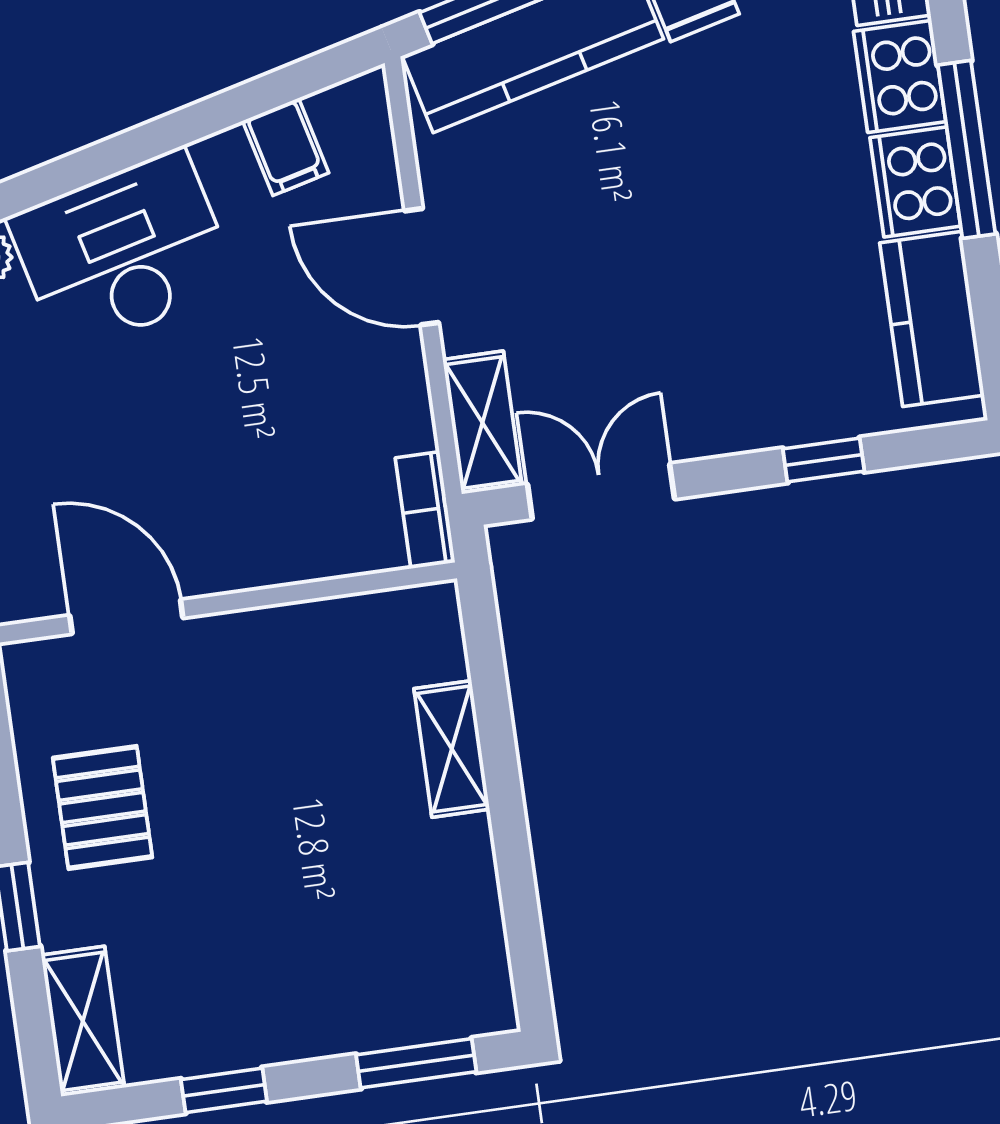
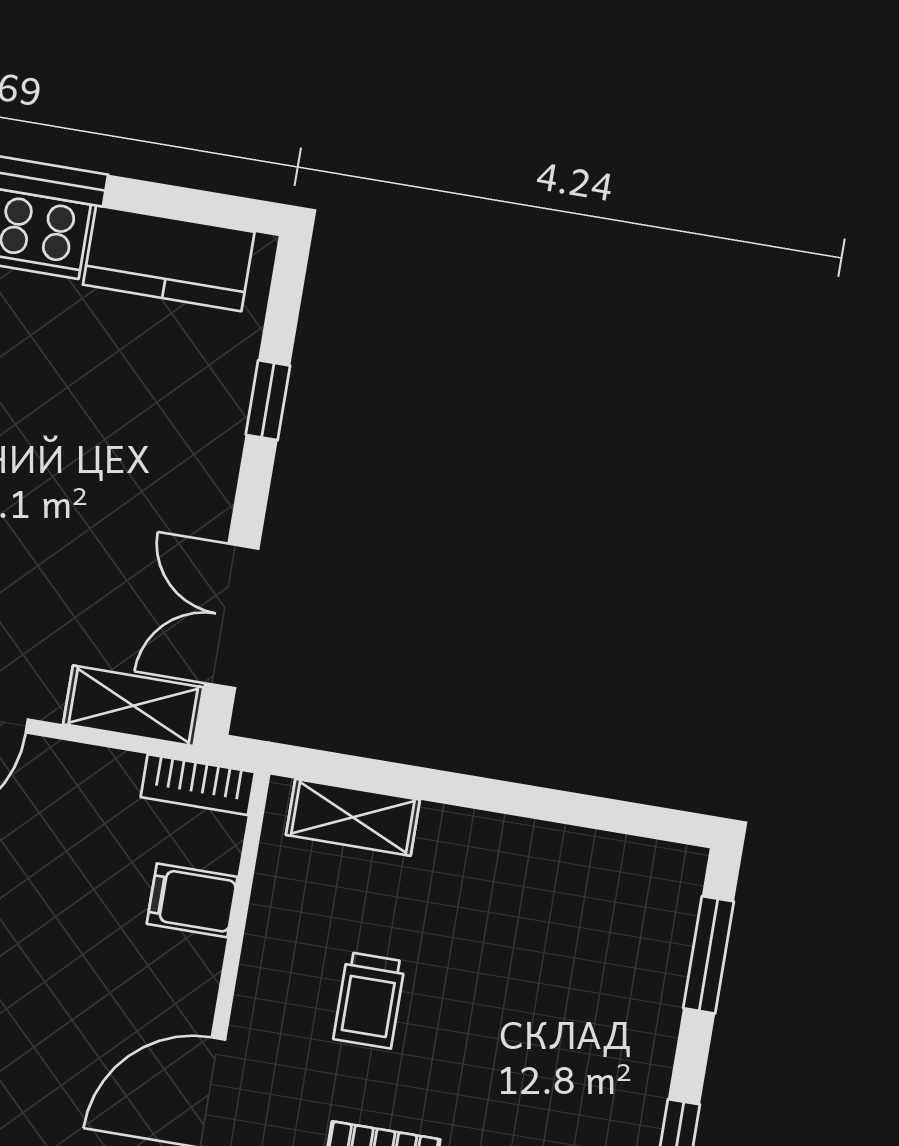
filing cabinet: (310, 540) -> (192, 900), added
trolley: (267, 745) -> (369, 1000), added
shelving: (452, 749) -> (353, 817), moved

